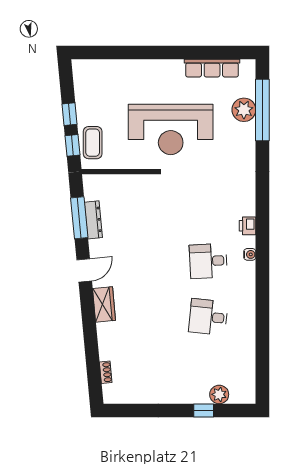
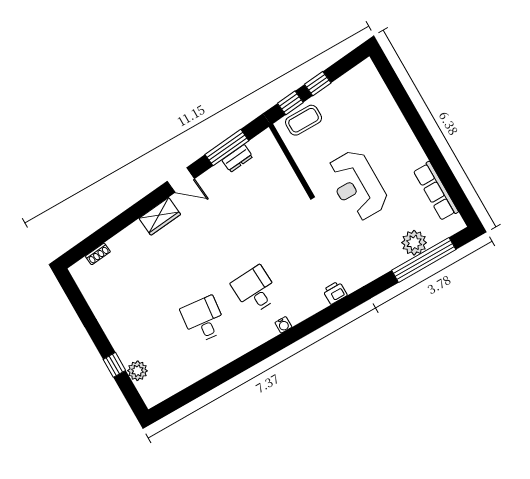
reception desk: (171, 129) -> (357, 185), width x0.74, depth x0.77
dresser: (93, 220) -> (237, 158), width x0.70
printer: (248, 226) -> (335, 293), moved

